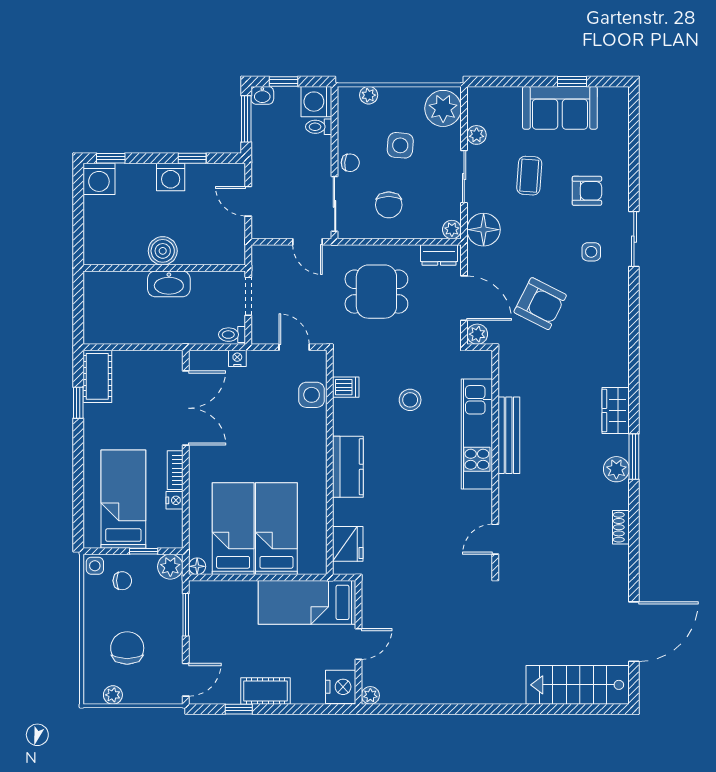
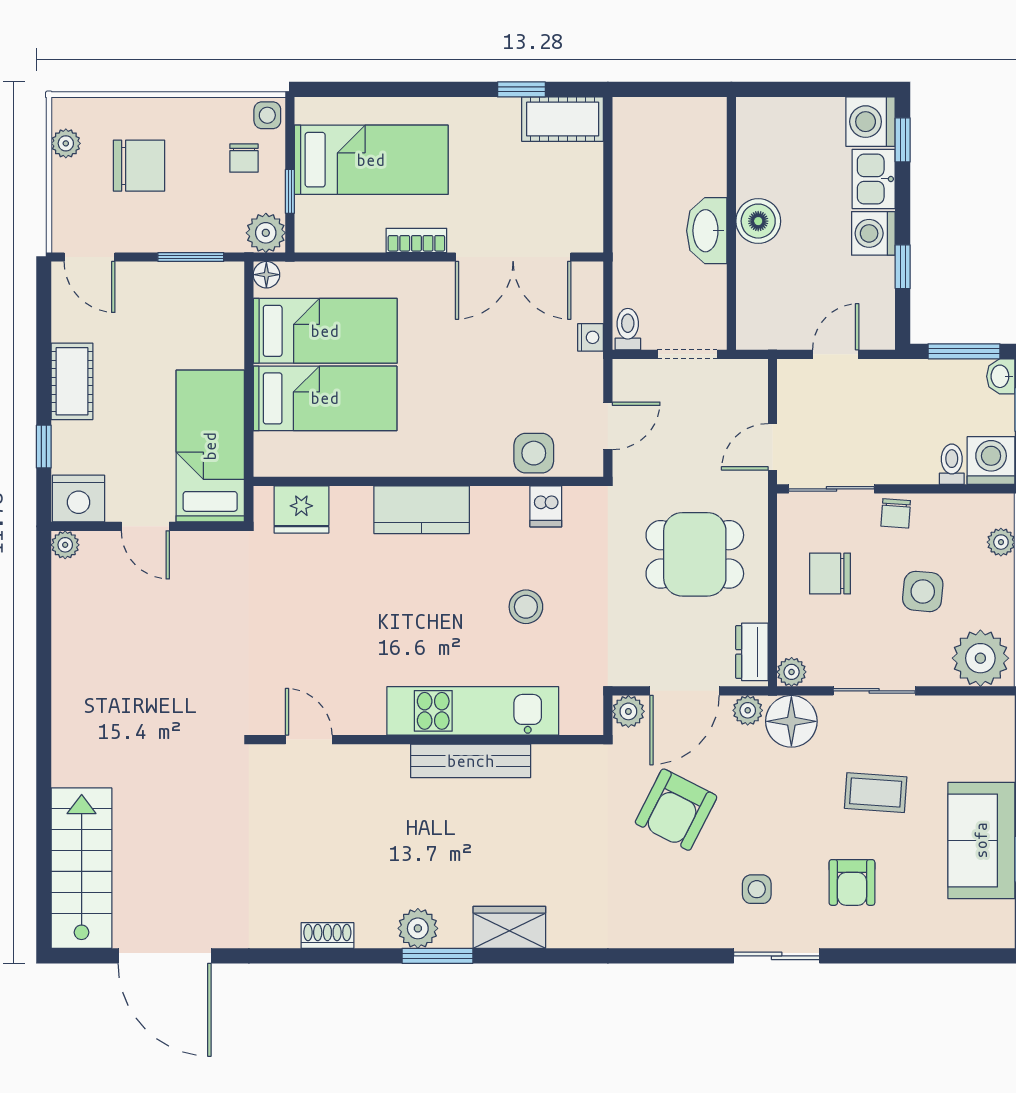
plant: (477, 135) -> (748, 710), moved
kitchen sink: (136, 177) -> (874, 179), added
dining table: (376, 292) -> (695, 554), turned 90
nightstand: (175, 500) -> (369, 240), removed
window: (239, 709) -> (44, 447), moved

